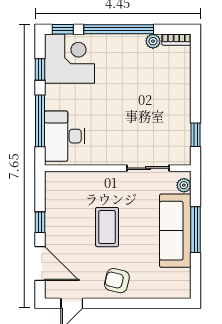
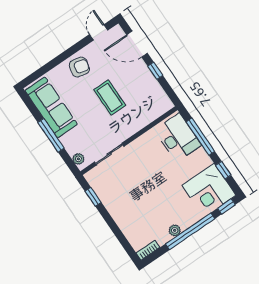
plant: (153, 41) -> (175, 230), moved
sofa: (175, 231) -> (51, 107), moved

